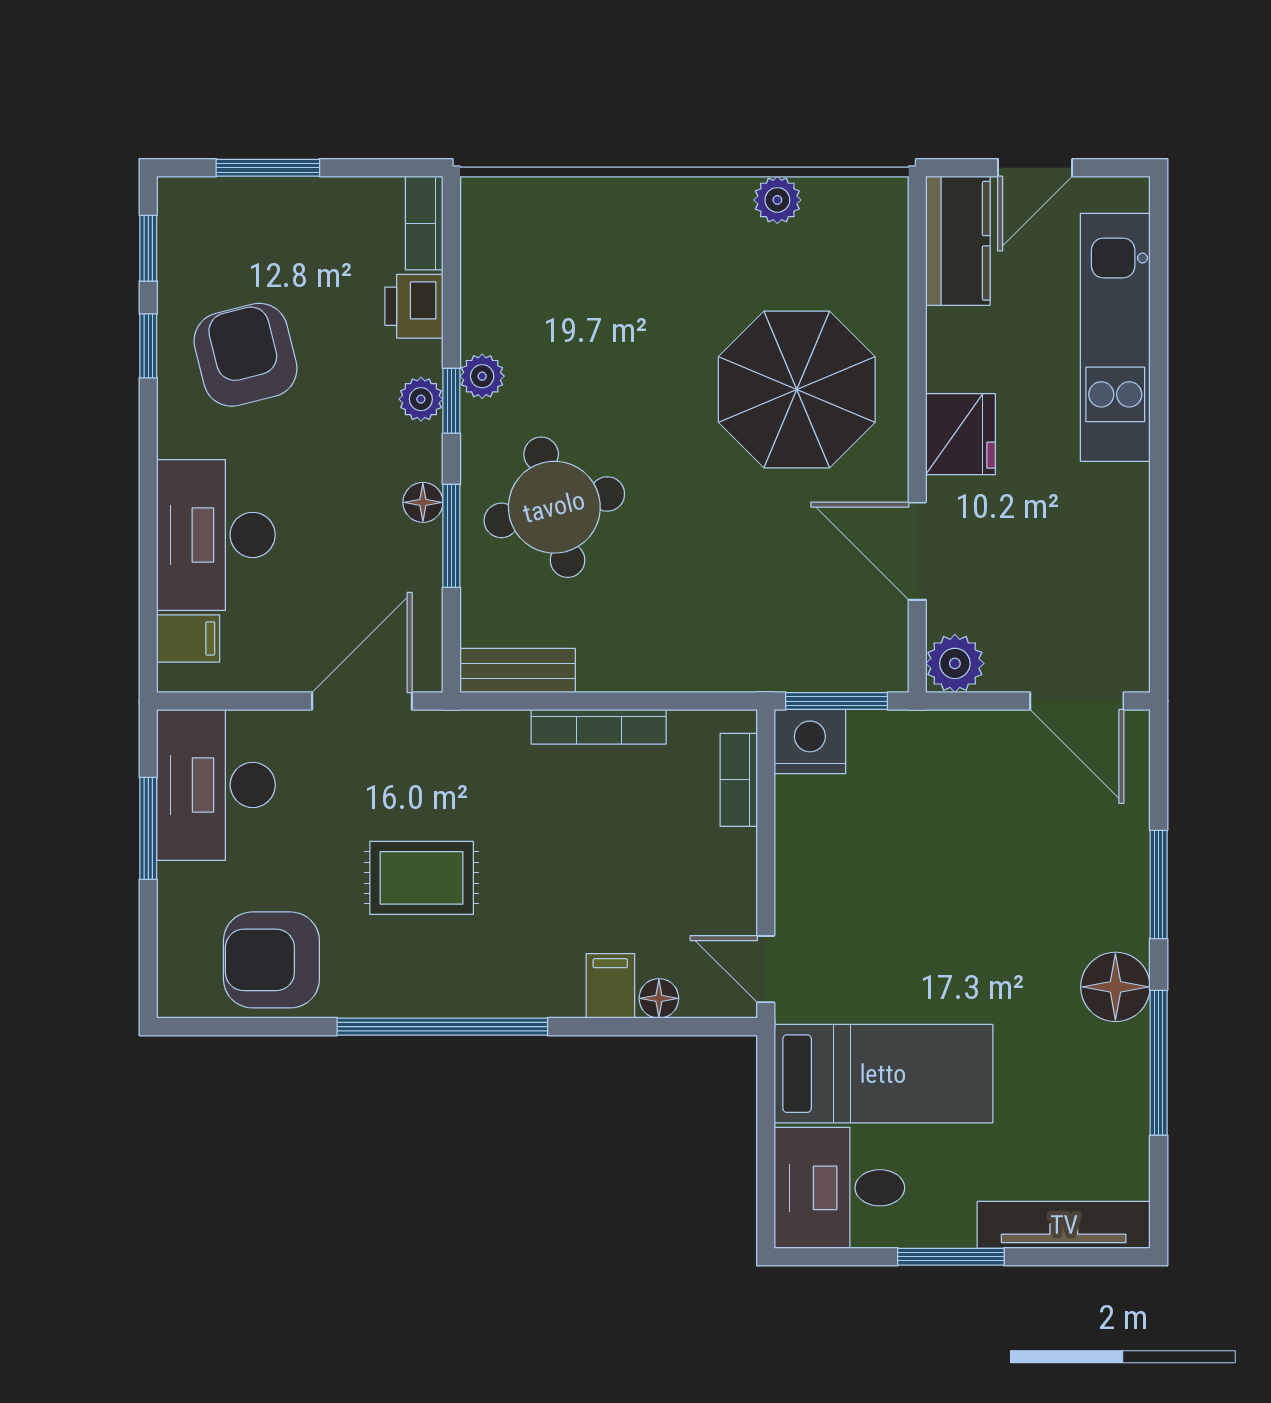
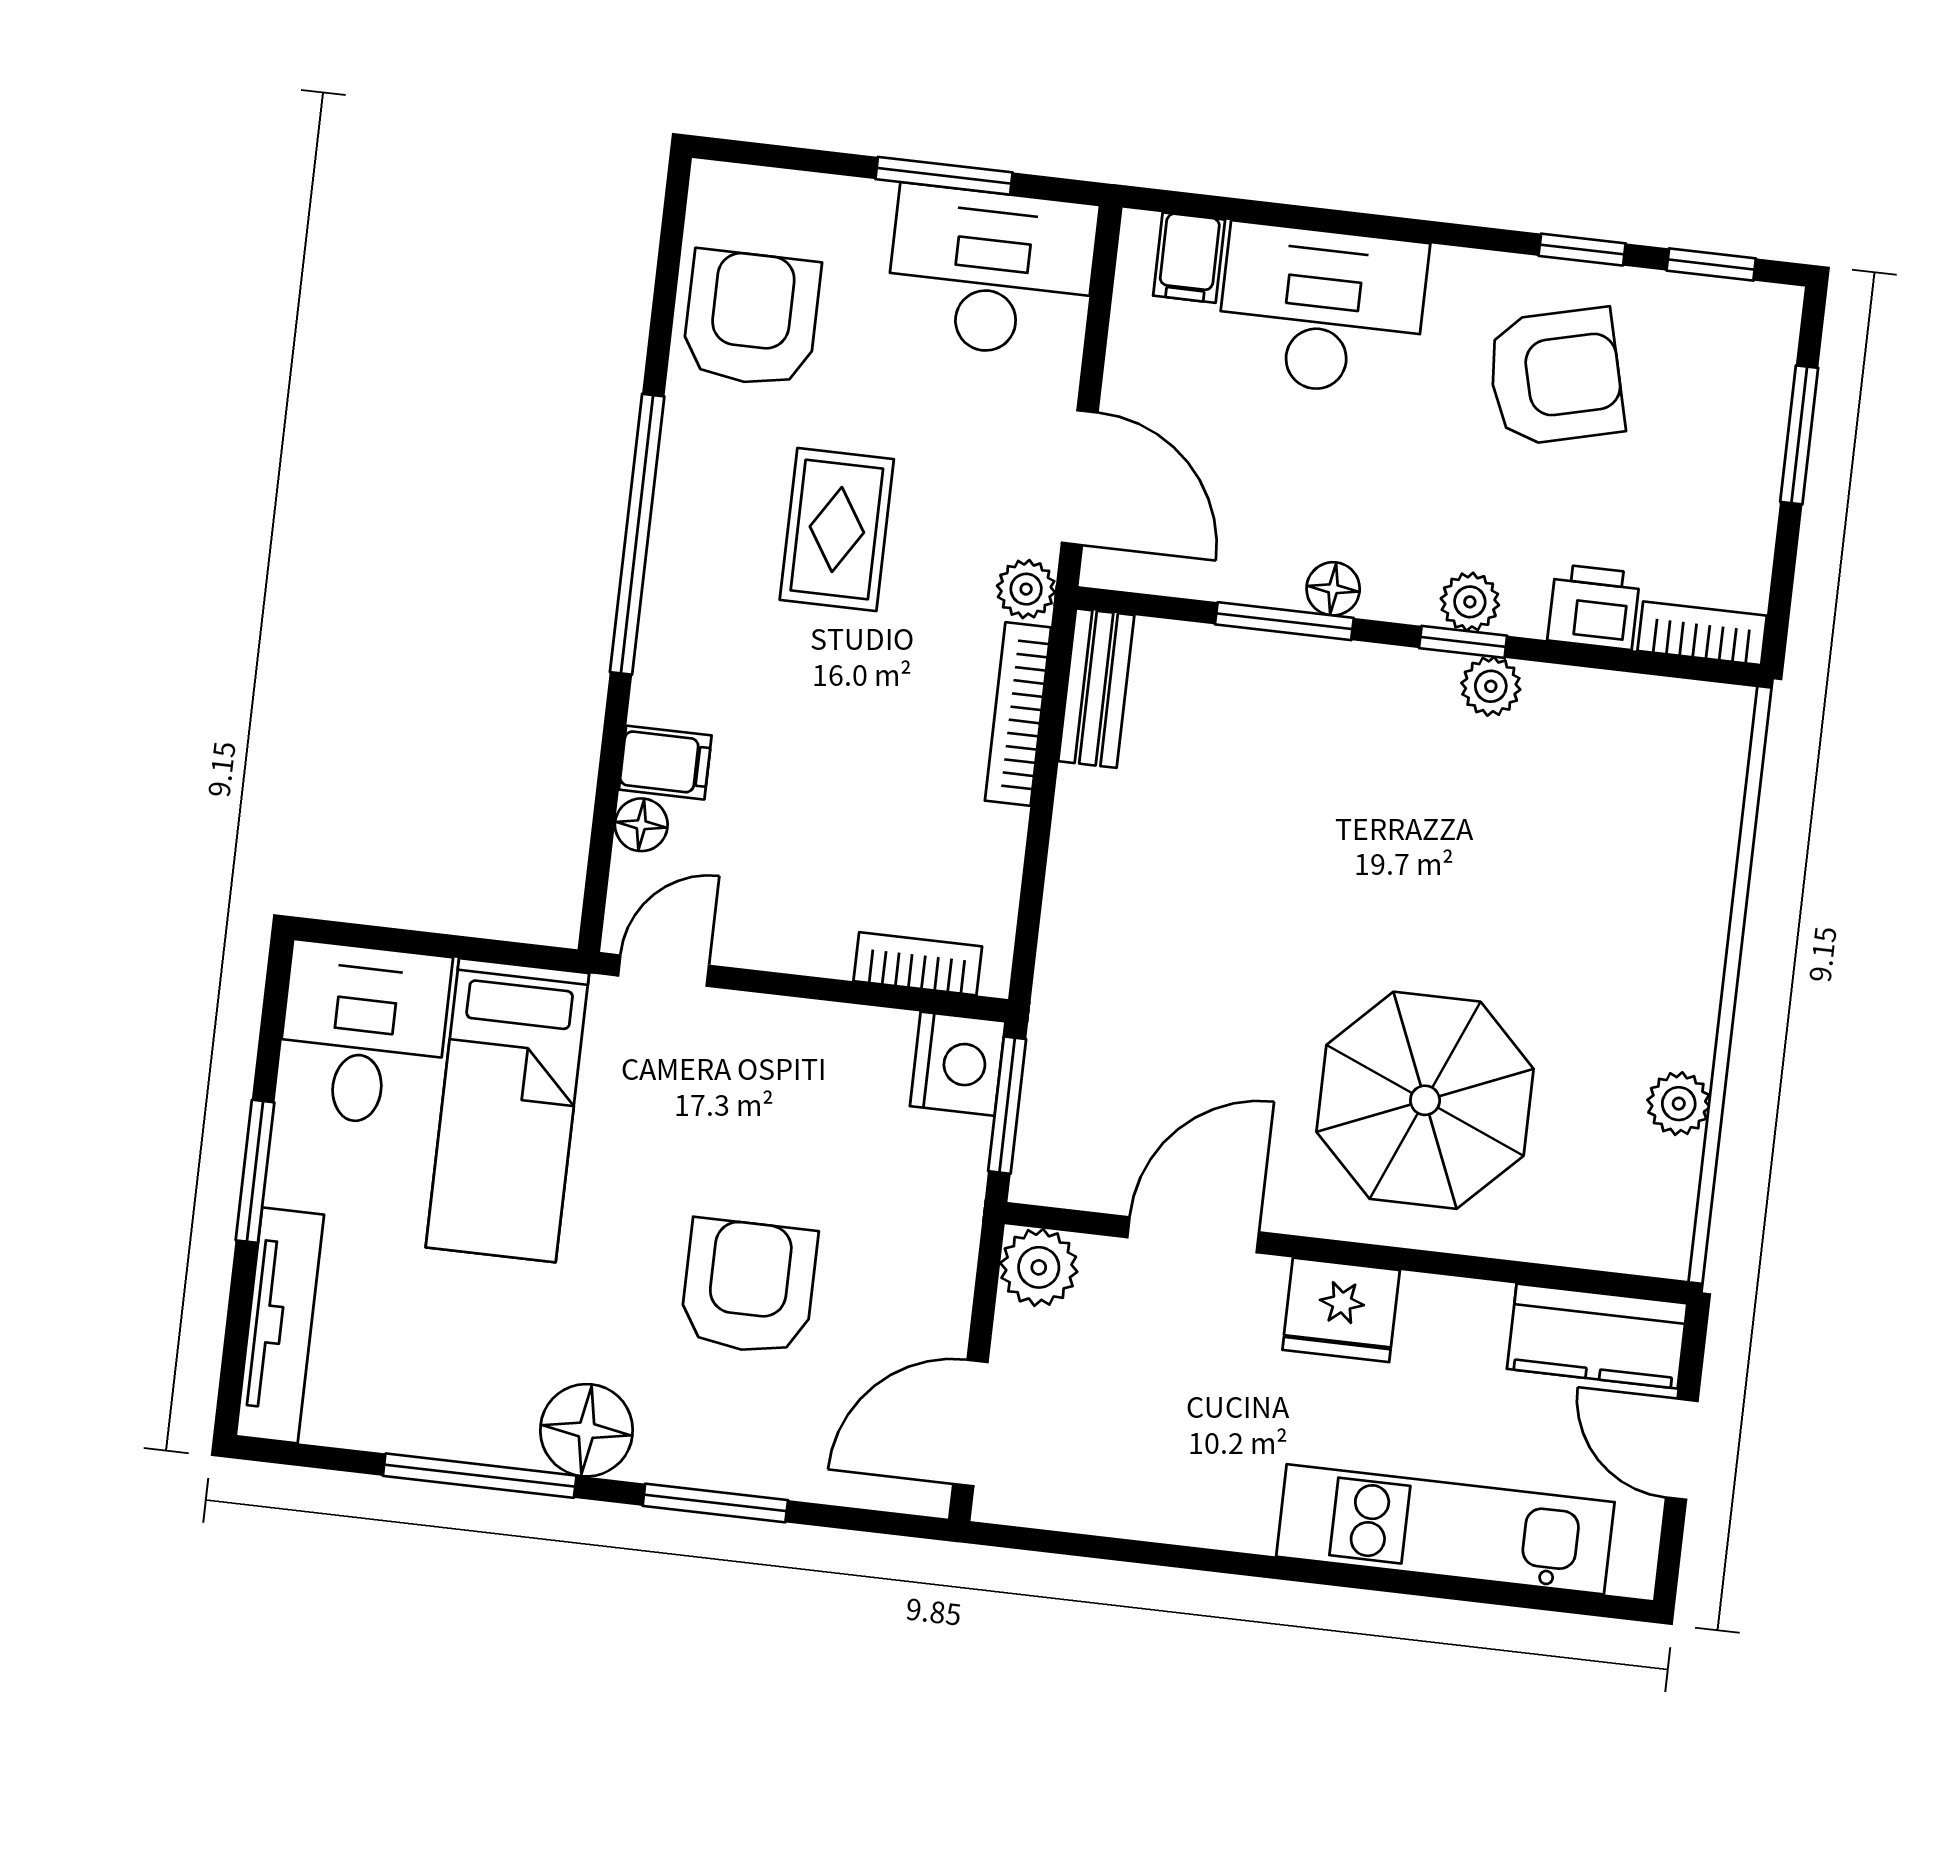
round table: (554, 507) -> (1307, 762), removed
bookcase: (599, 727) -> (1018, 714), moved
plant: (450, 731) -> (1026, 589), added
armchair: (994, 878) -> (749, 1287), added

